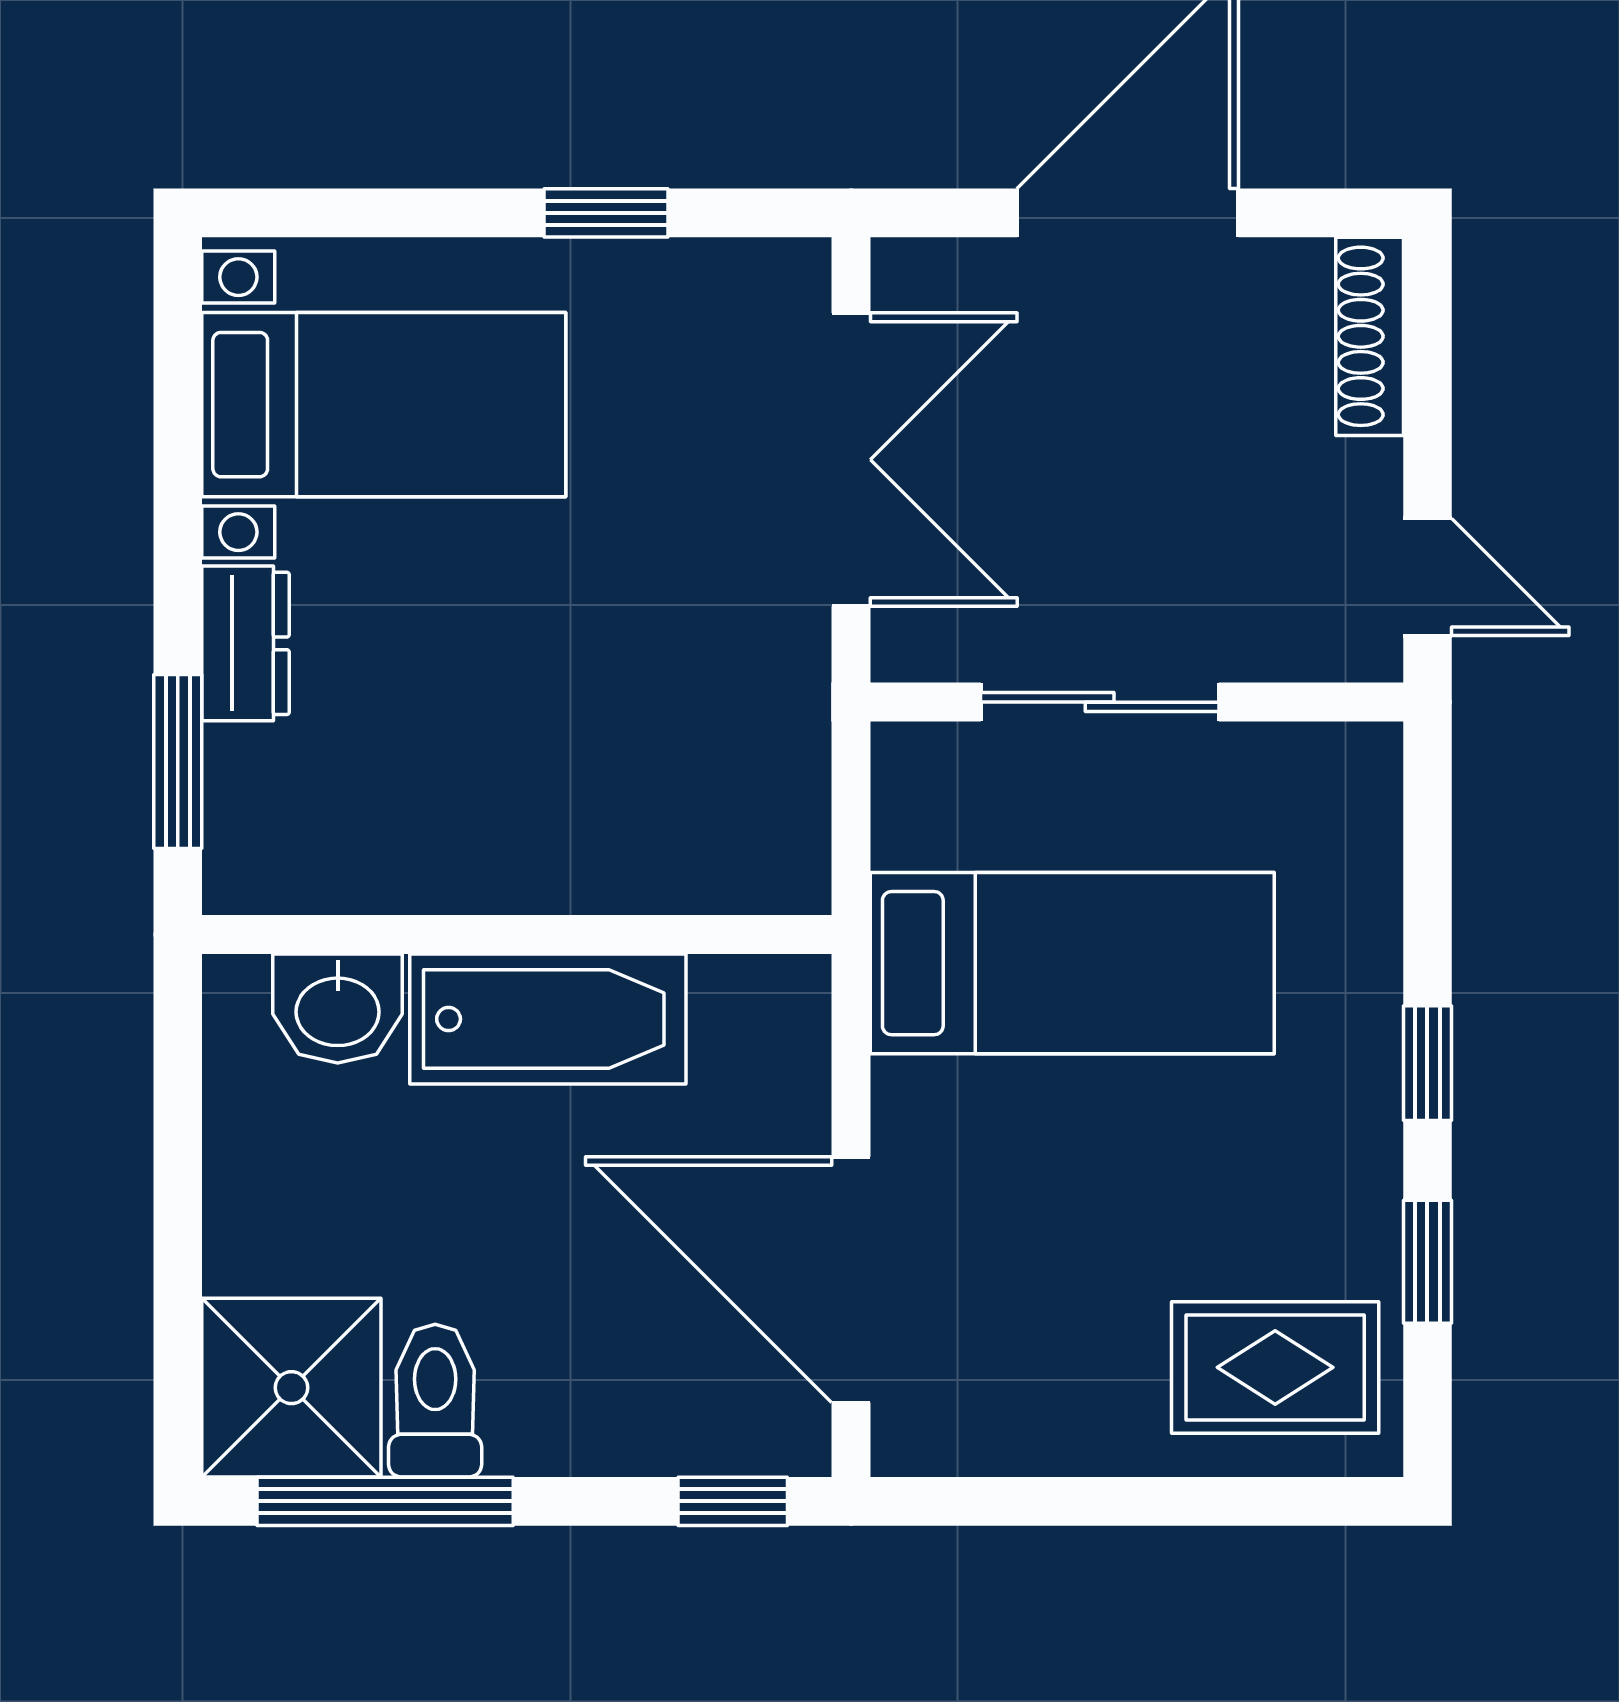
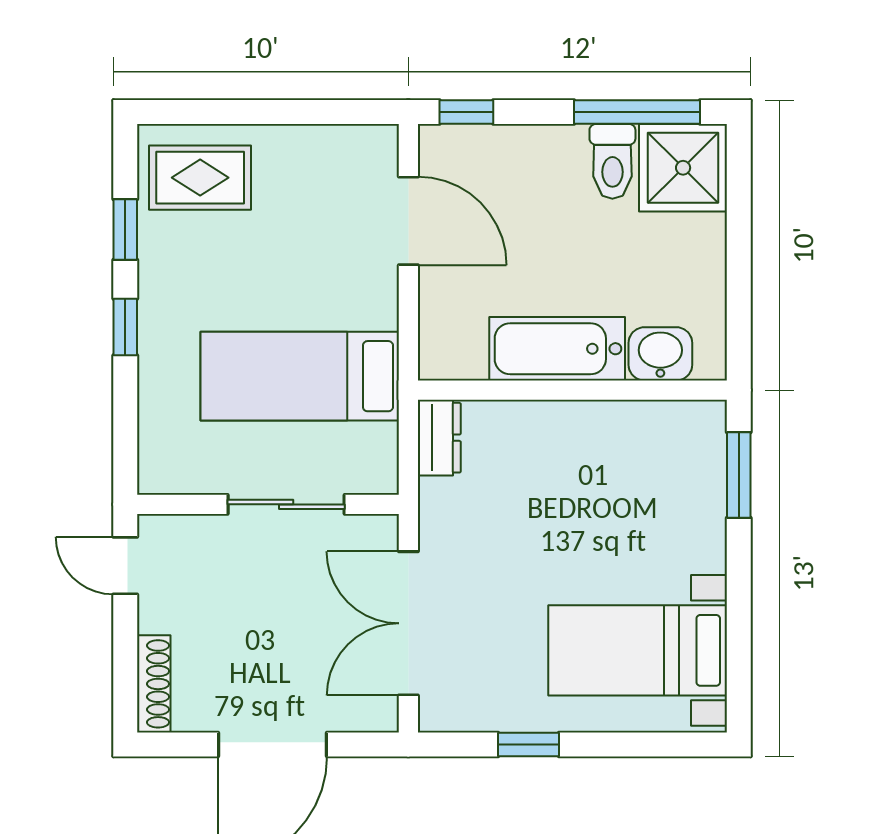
dresser: (246, 643) -> (439, 438), moved, turned 180
door: (851, 1280) -> (408, 221), width x0.73

